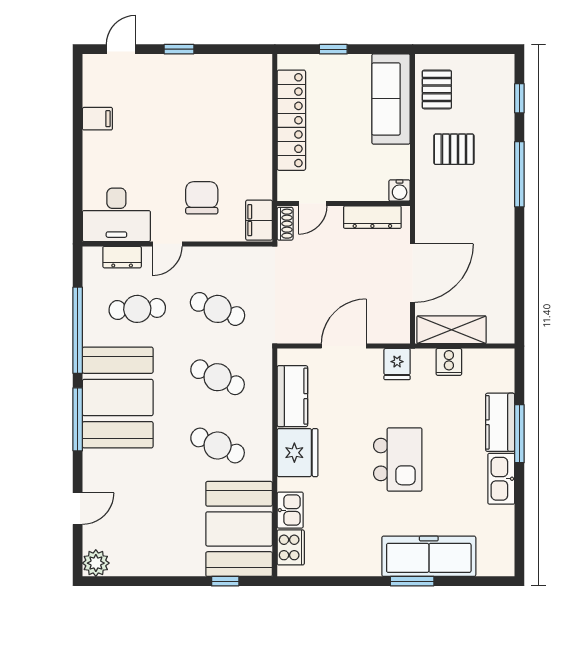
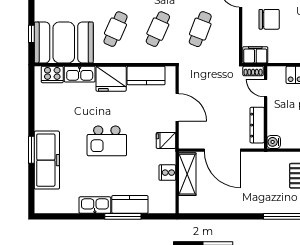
kitchen sink: (290, 510) -> (80, 74), width x1.38

